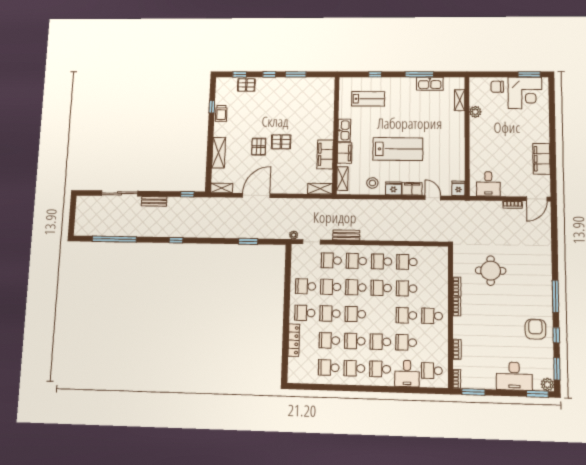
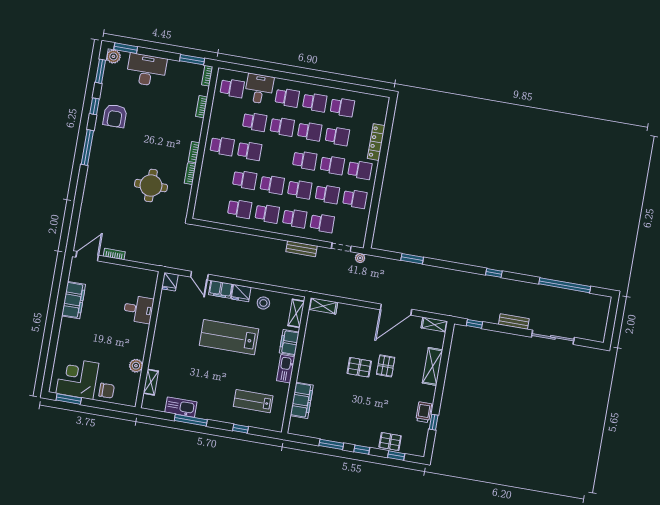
filing cabinet: (325, 154) -> (302, 400), moved
desk: (488, 184) -> (138, 309), moved, turned 90

